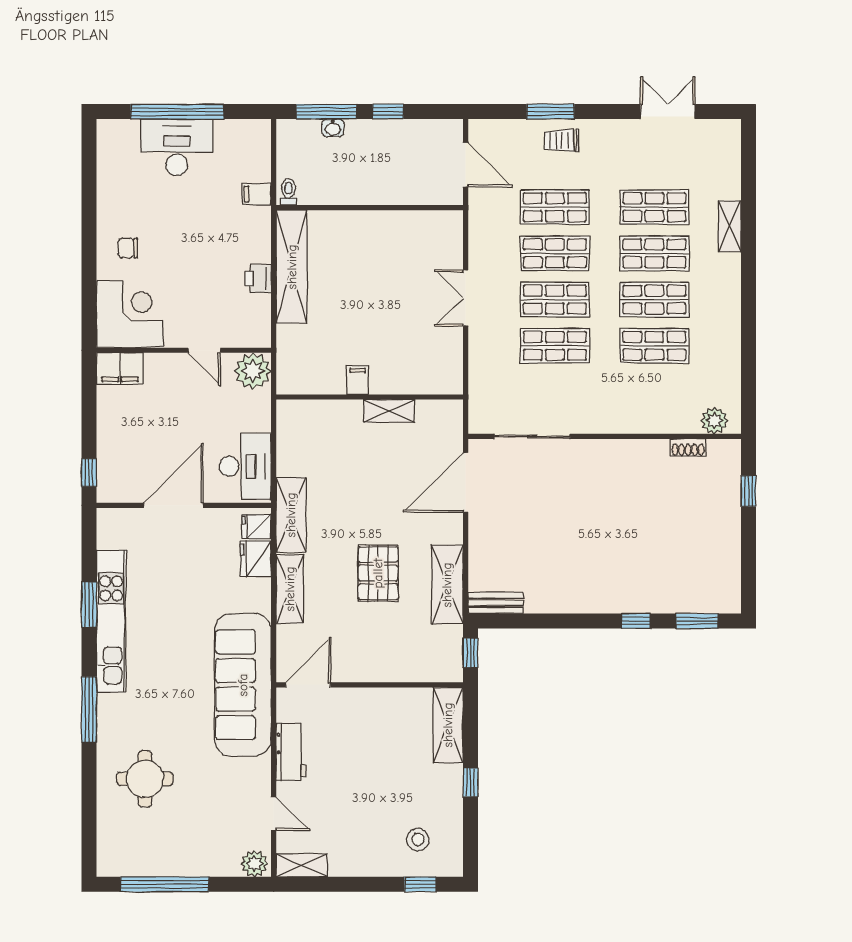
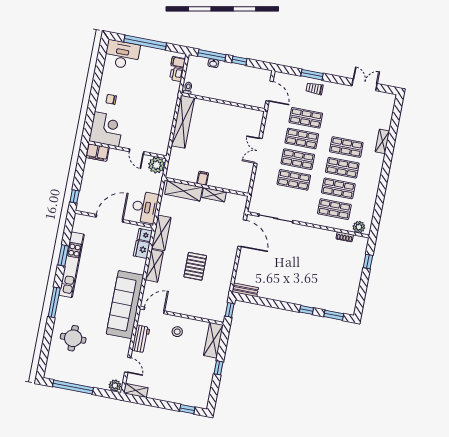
desk: (177, 147) -> (122, 55), moved
filing cabinet: (257, 194) -> (178, 62), moved
shop shelf: (654, 207) -> (334, 209), moved
printer: (258, 279) -> (177, 74), moved
door: (466, 482) -> (242, 233), swing flipped
shelving: (447, 585) -> (184, 191), moved, turned 90
stool: (418, 840) -> (177, 332), moved

